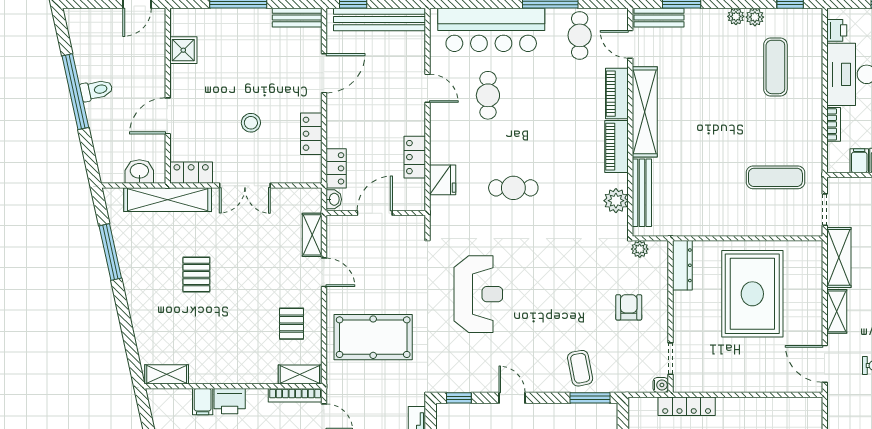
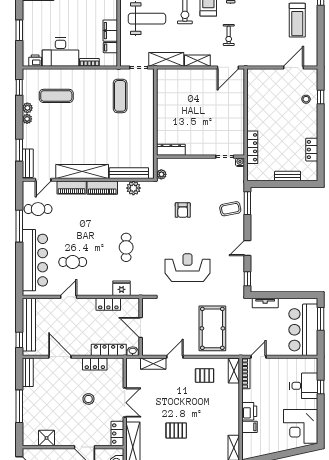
locker: (336, 168) -> (109, 350), width x1.53
rug: (752, 294) -> (187, 109), removed
armchair: (629, 307) -> (183, 210), moved, turned -90

